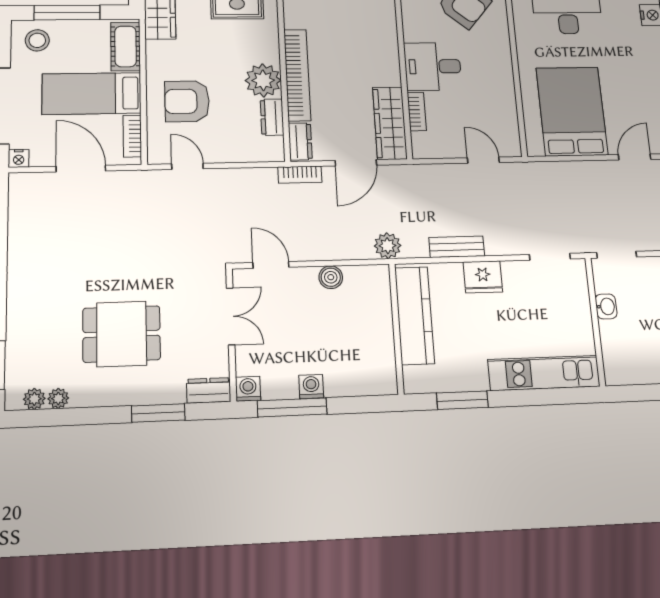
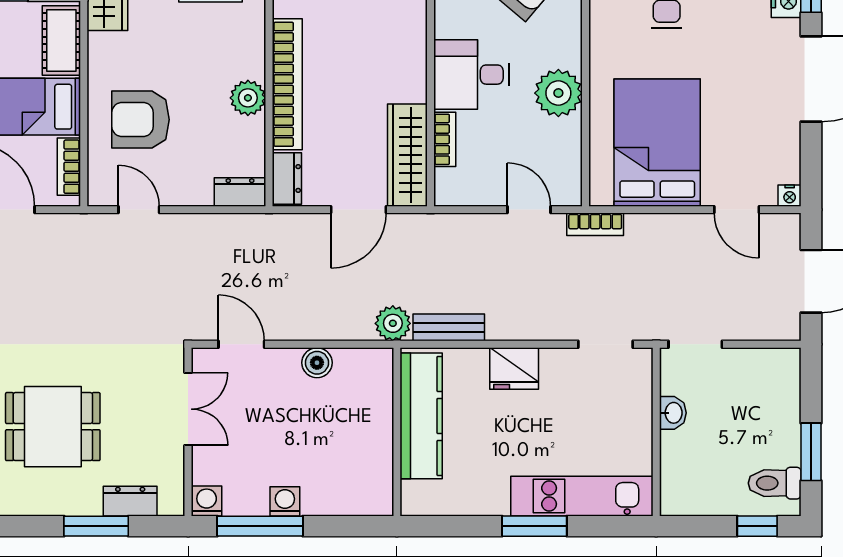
plant: (497, 78) -> (558, 93), added
plant: (263, 80) -> (248, 98), width x0.73, depth x0.73
dresser: (272, 117) -> (240, 192), moved, turned 90
door: (635, 157) -> (737, 210), swing flipped
bookcase: (300, 175) -> (595, 224), moved
bench: (457, 247) -> (449, 327), moved
dresser: (209, 390) -> (130, 501), moved
window: (462, 400) -> (534, 526), moved

